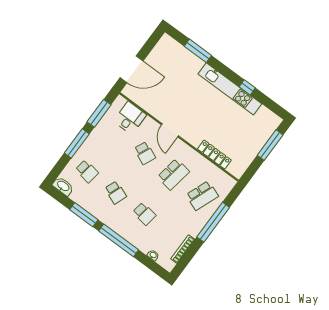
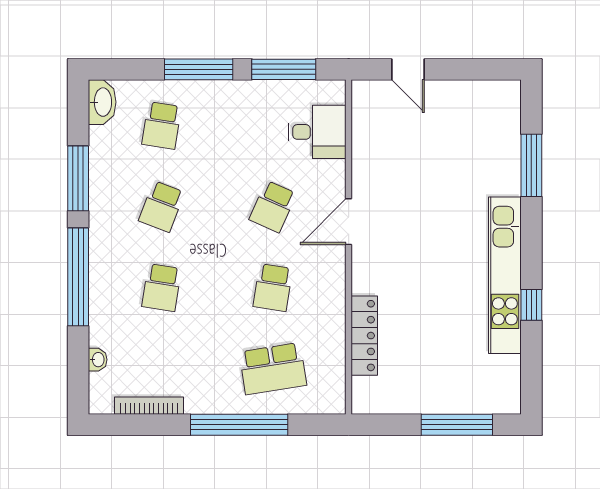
door: (132, 69) -> (408, 69), width x0.53
school desk: (173, 174) -> (273, 288), width x0.54
school desk: (202, 196) -> (273, 369), turned -30

